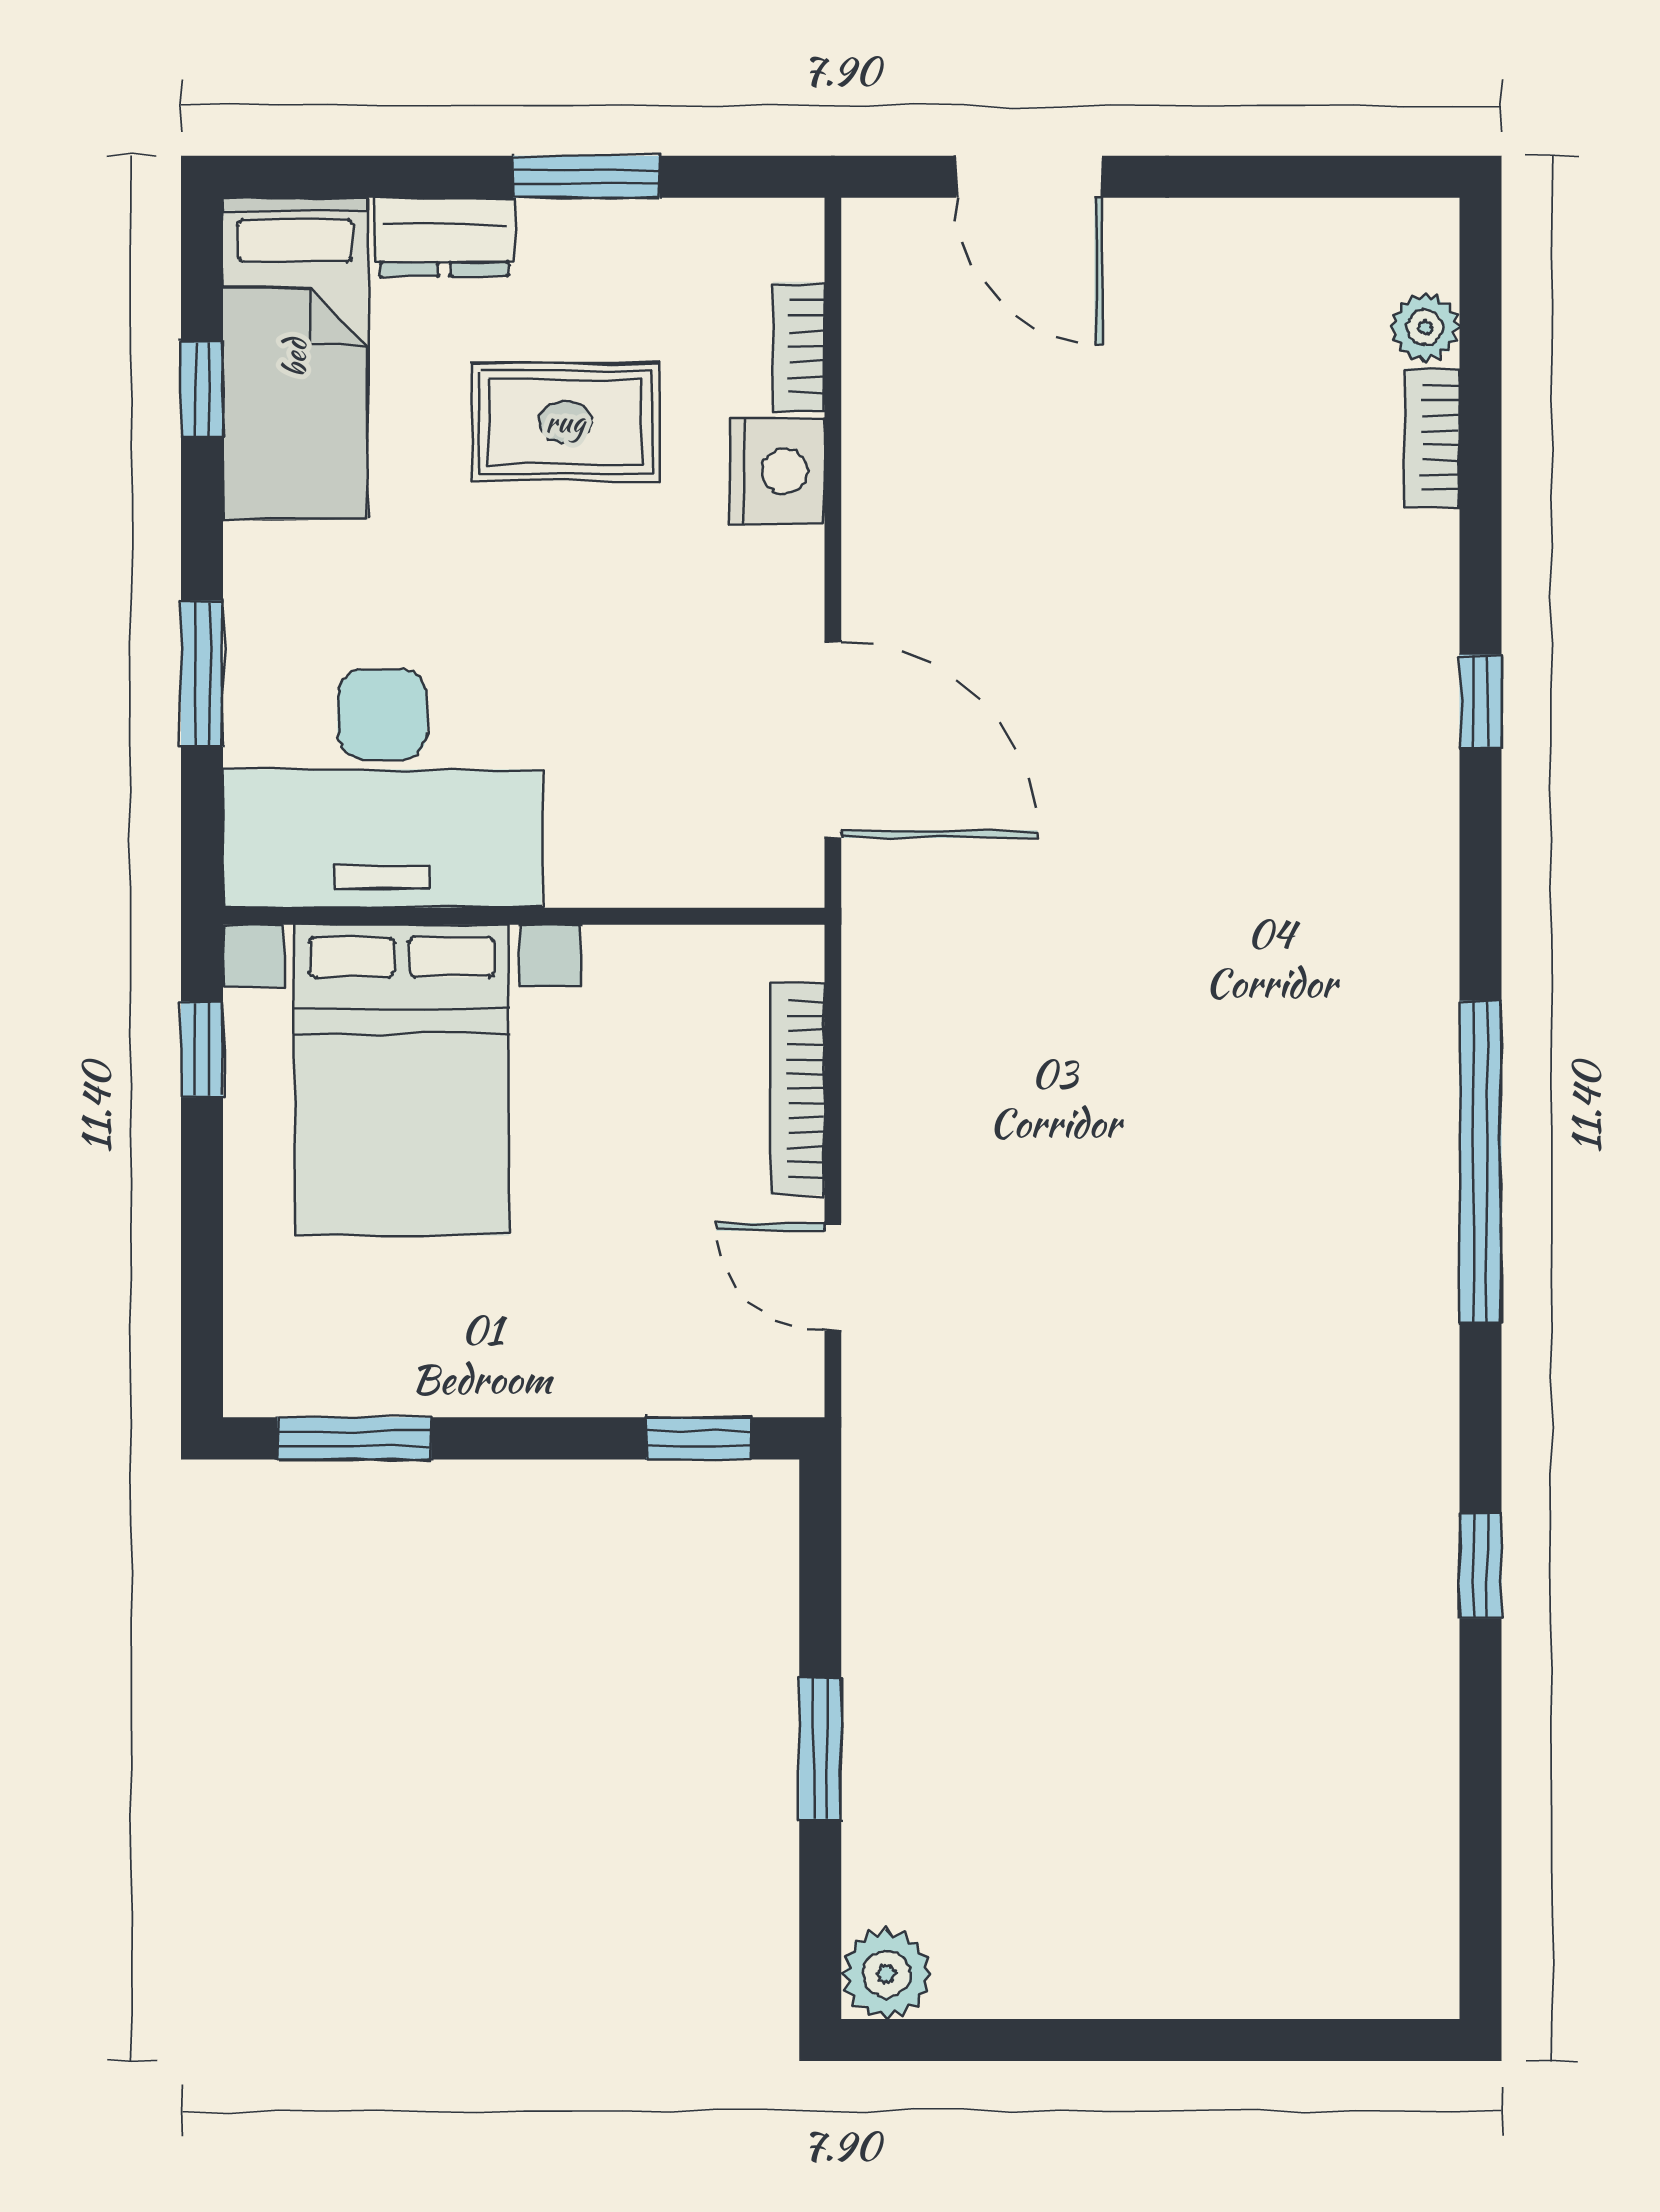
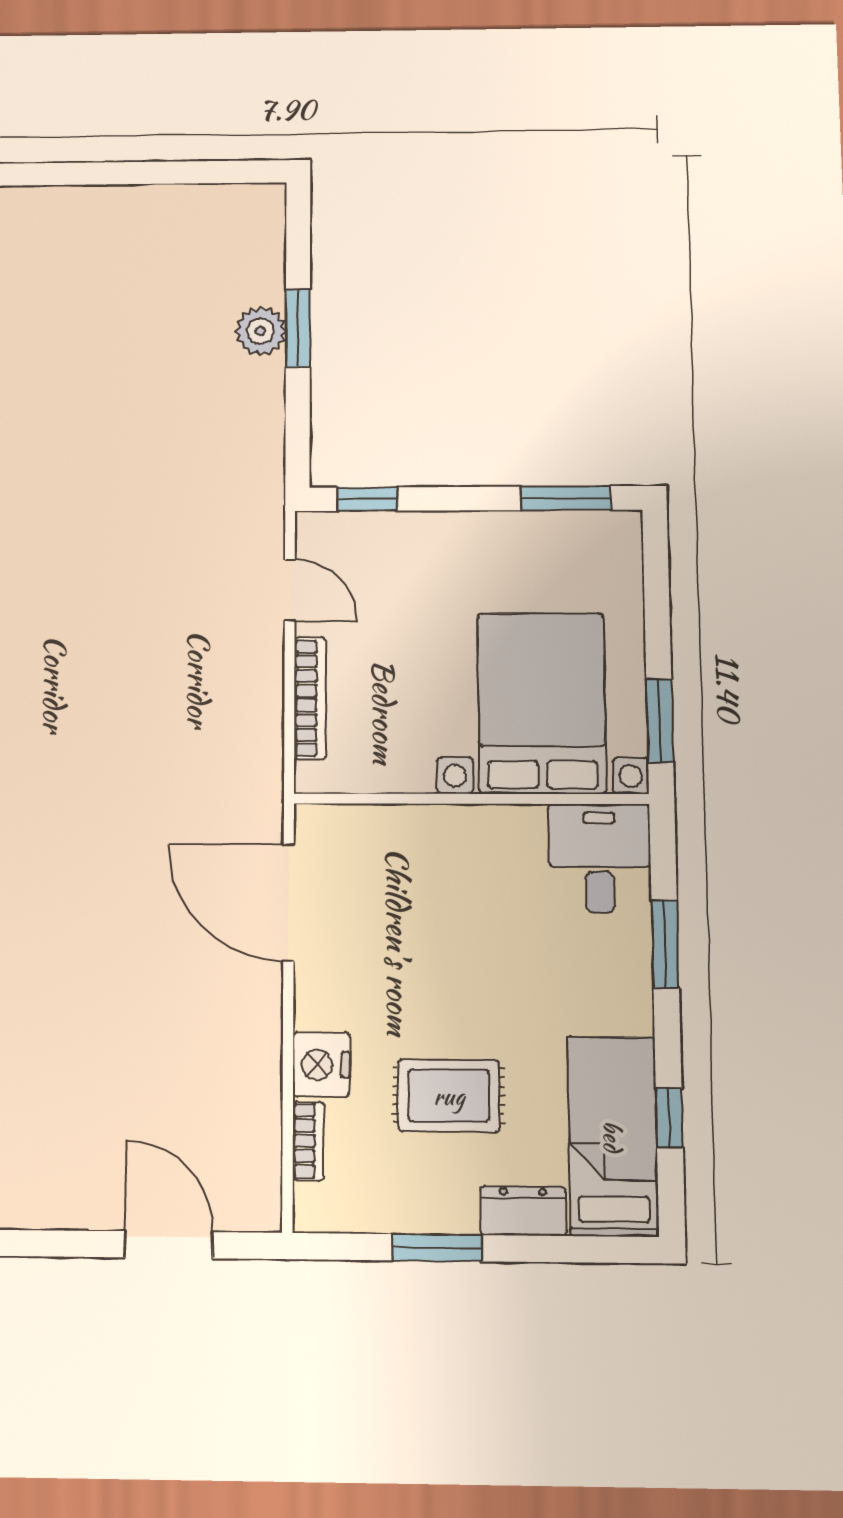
desk: (382, 788) -> (600, 858), width x0.53, depth x0.77
window: (202, 1049) -> (660, 721), width x1.50
plant: (886, 1974) -> (261, 331), moved

